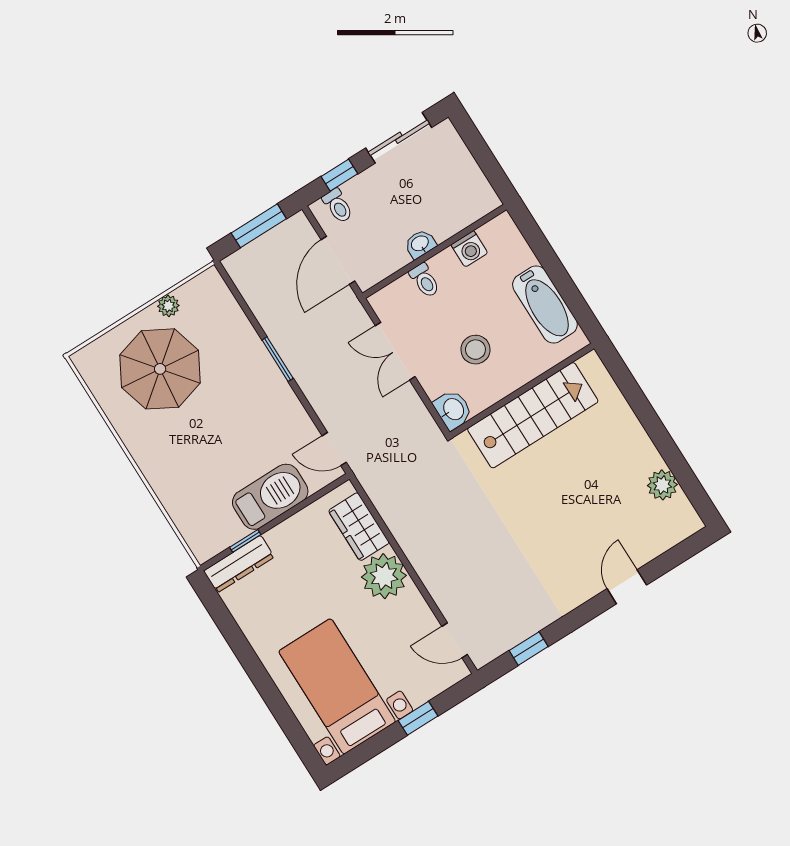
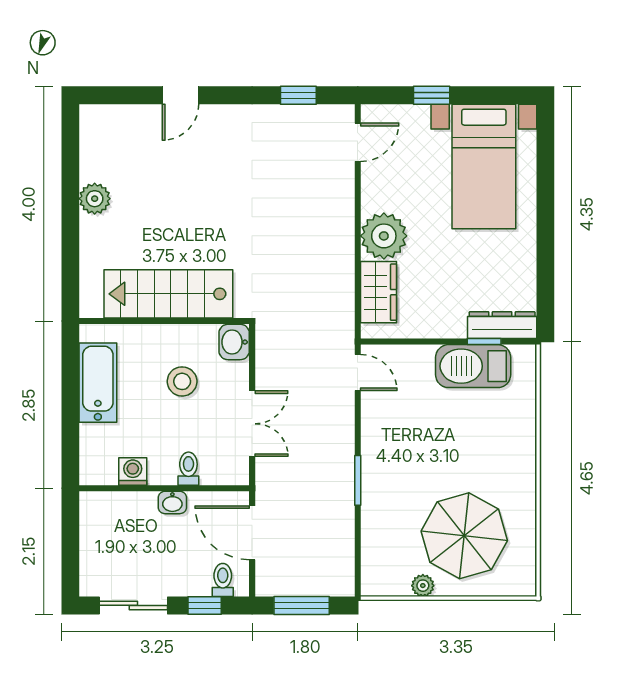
door: (338, 260) -> (252, 533), swing flipped
plant: (662, 485) -> (95, 199), moved
barbecue: (270, 497) -> (473, 366), moved
door: (455, 640) -> (358, 142), hinge flipped

